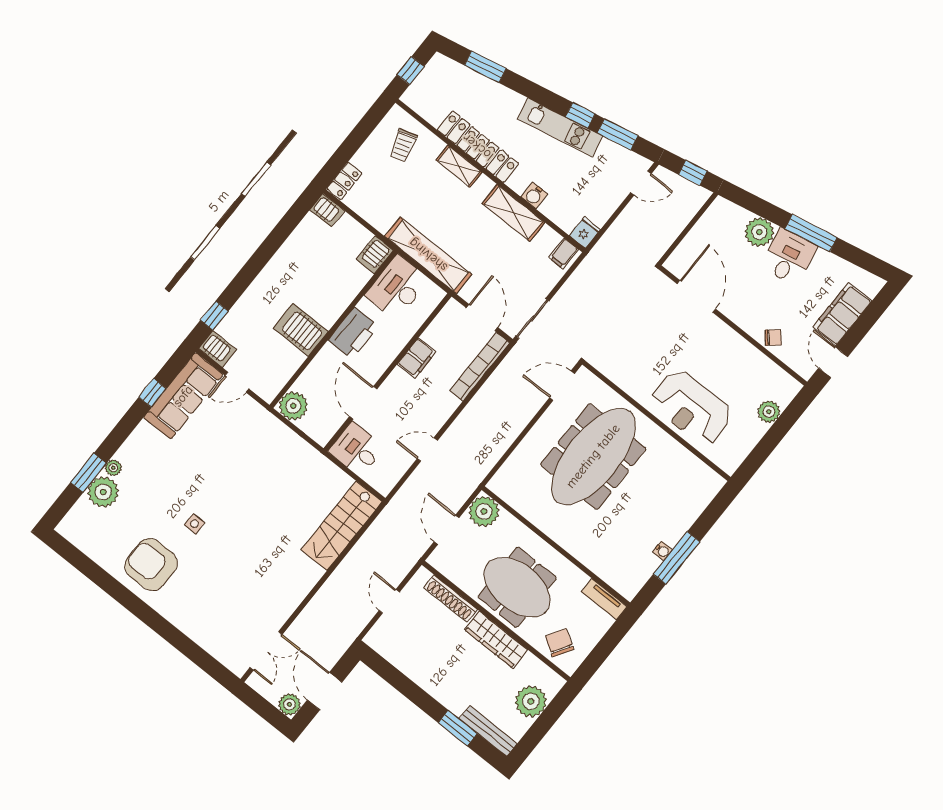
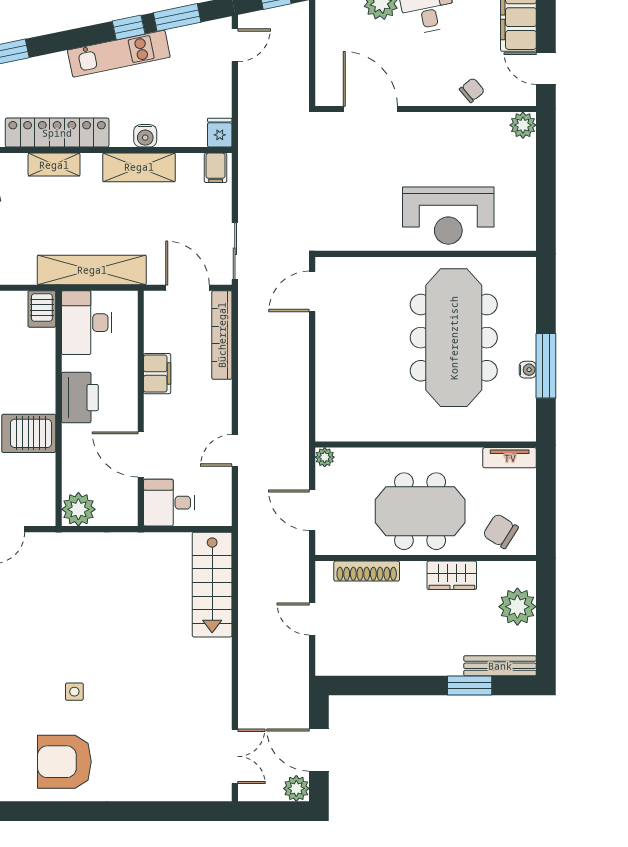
plant: (769, 412) -> (523, 125), moved
meeting table: (593, 456) -> (454, 338), moved
plant: (484, 511) -> (325, 457), width x0.53, depth x0.53
wardrobe: (496, 640) -> (452, 575), width x0.67

